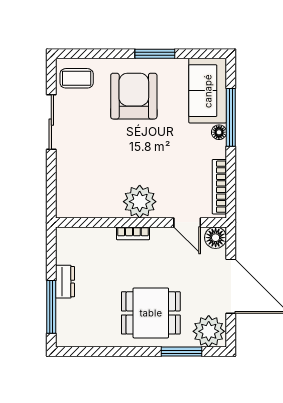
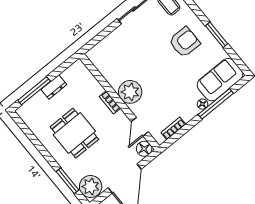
armchair: (134, 96) -> (184, 42), width x0.73, depth x0.73
bookcase: (219, 187) -> (173, 128), width x0.64
dining table: (151, 313) -> (74, 133), moved

